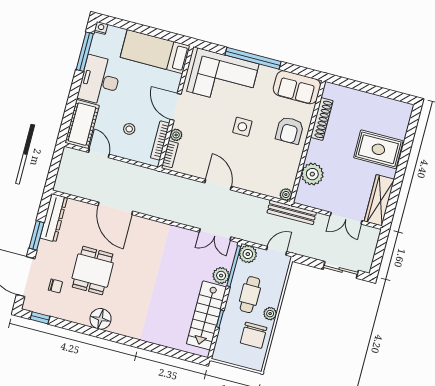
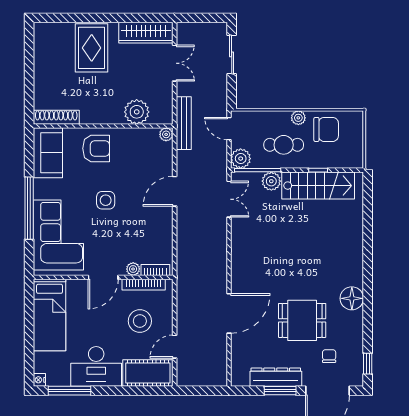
shoe rack: (322, 119) -> (56, 117), moved
stool: (129, 129) -> (140, 321), width x1.89, depth x1.89
door: (218, 185) -> (175, 191), moved
dresser: (54, 218) -> (276, 377), moved

